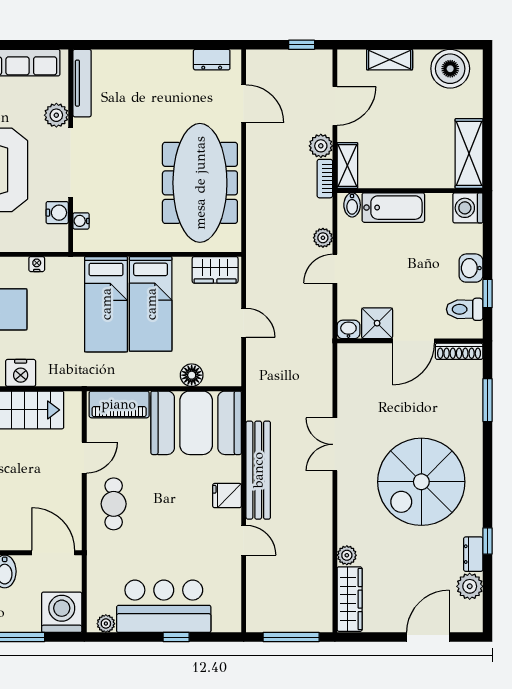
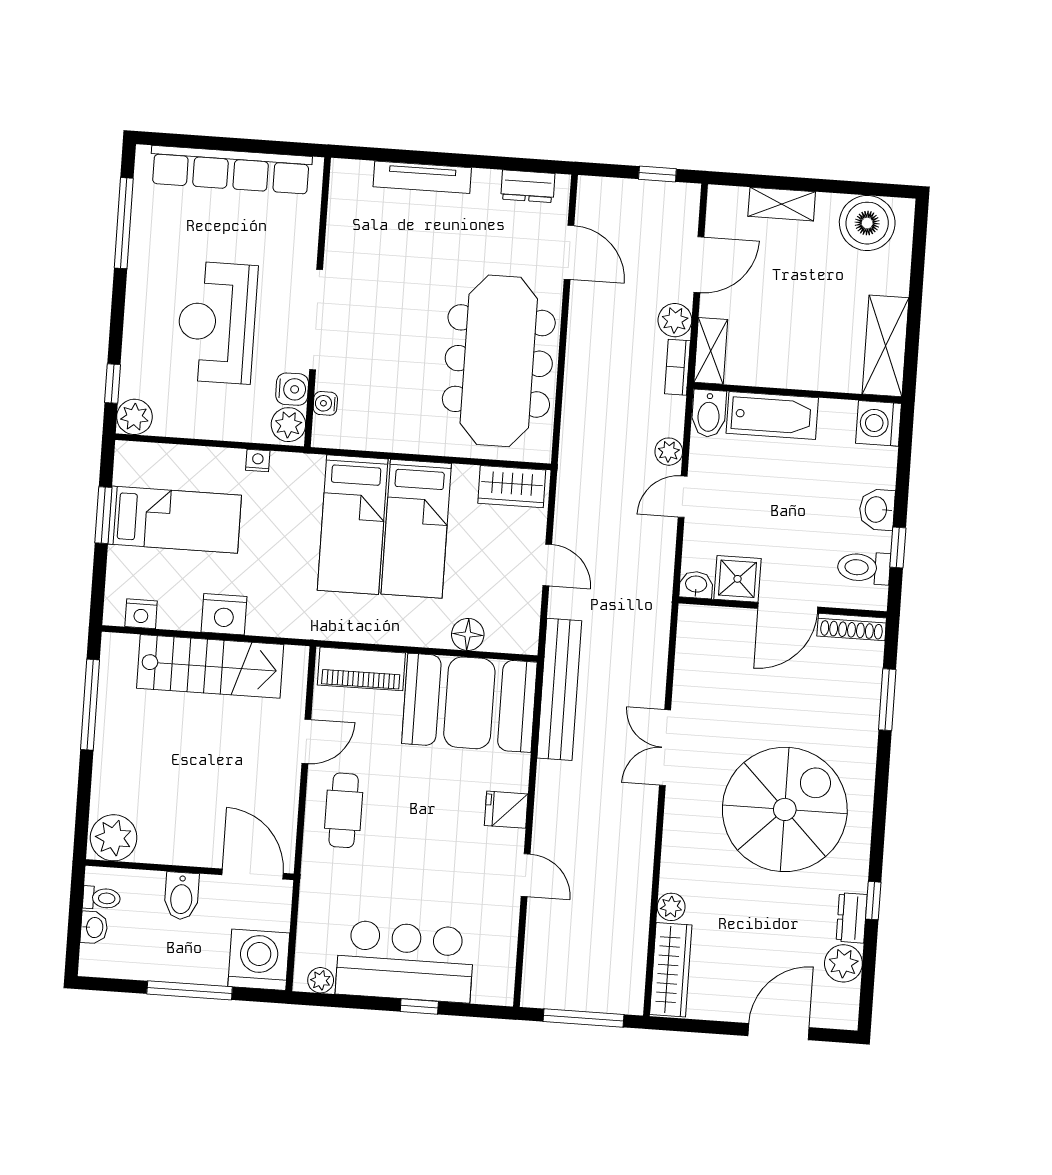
tv unit: (82, 83) -> (422, 177), moved, turned 90
plant: (56, 115) -> (288, 425), moved
bidet: (352, 205) -> (709, 413), width x1.38, depth x1.36
bench: (258, 470) -> (559, 689), moved
spiral stairs: (421, 482) -> (785, 809), turned 180

